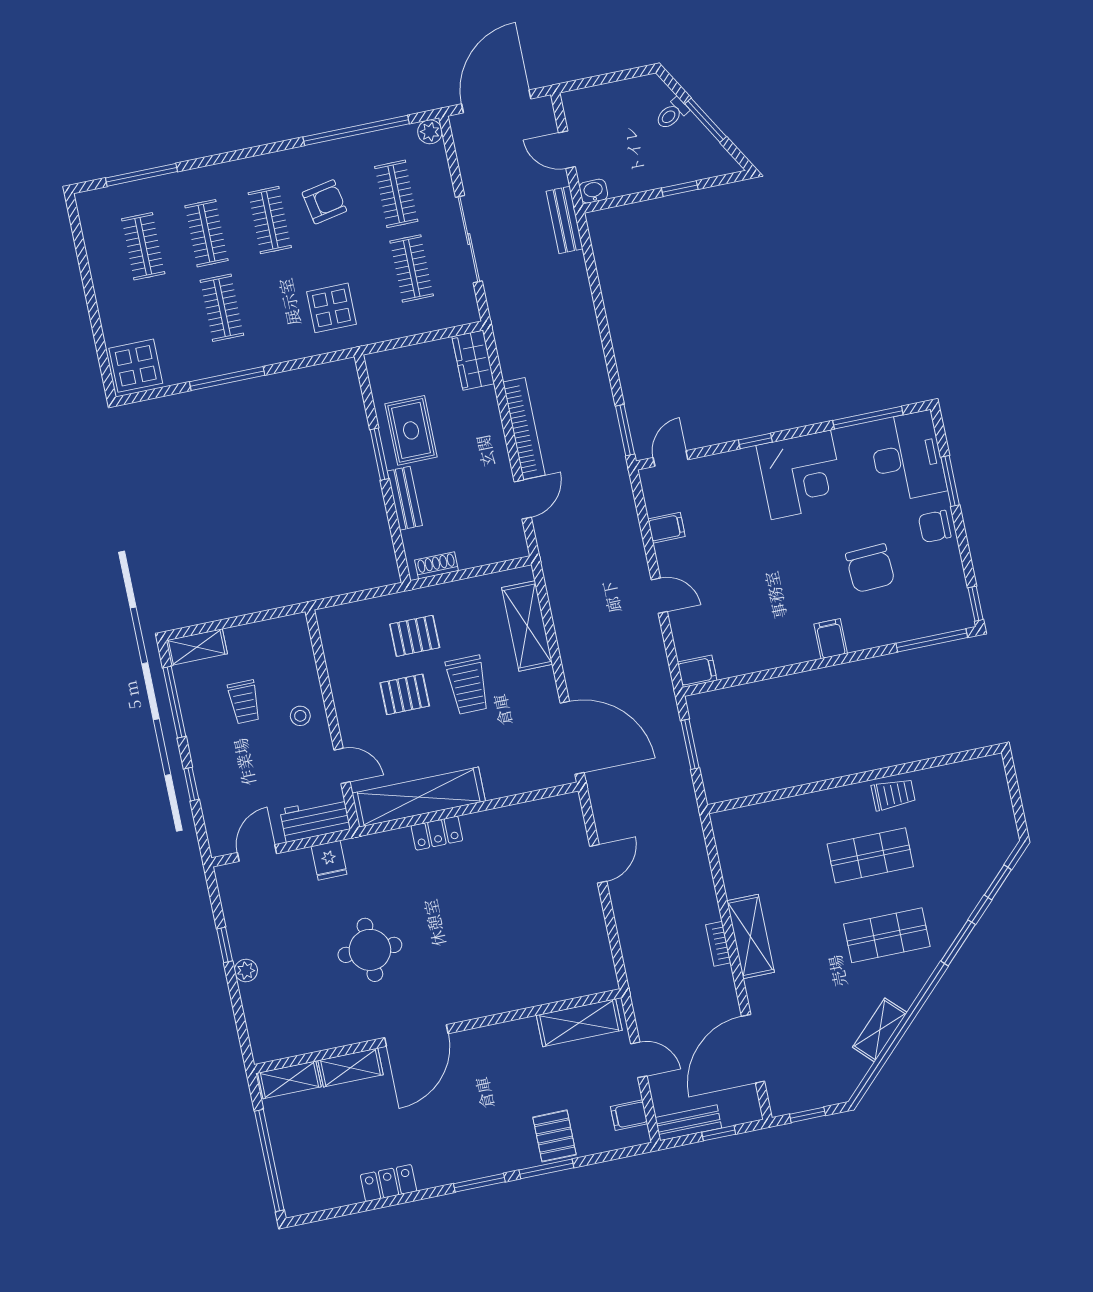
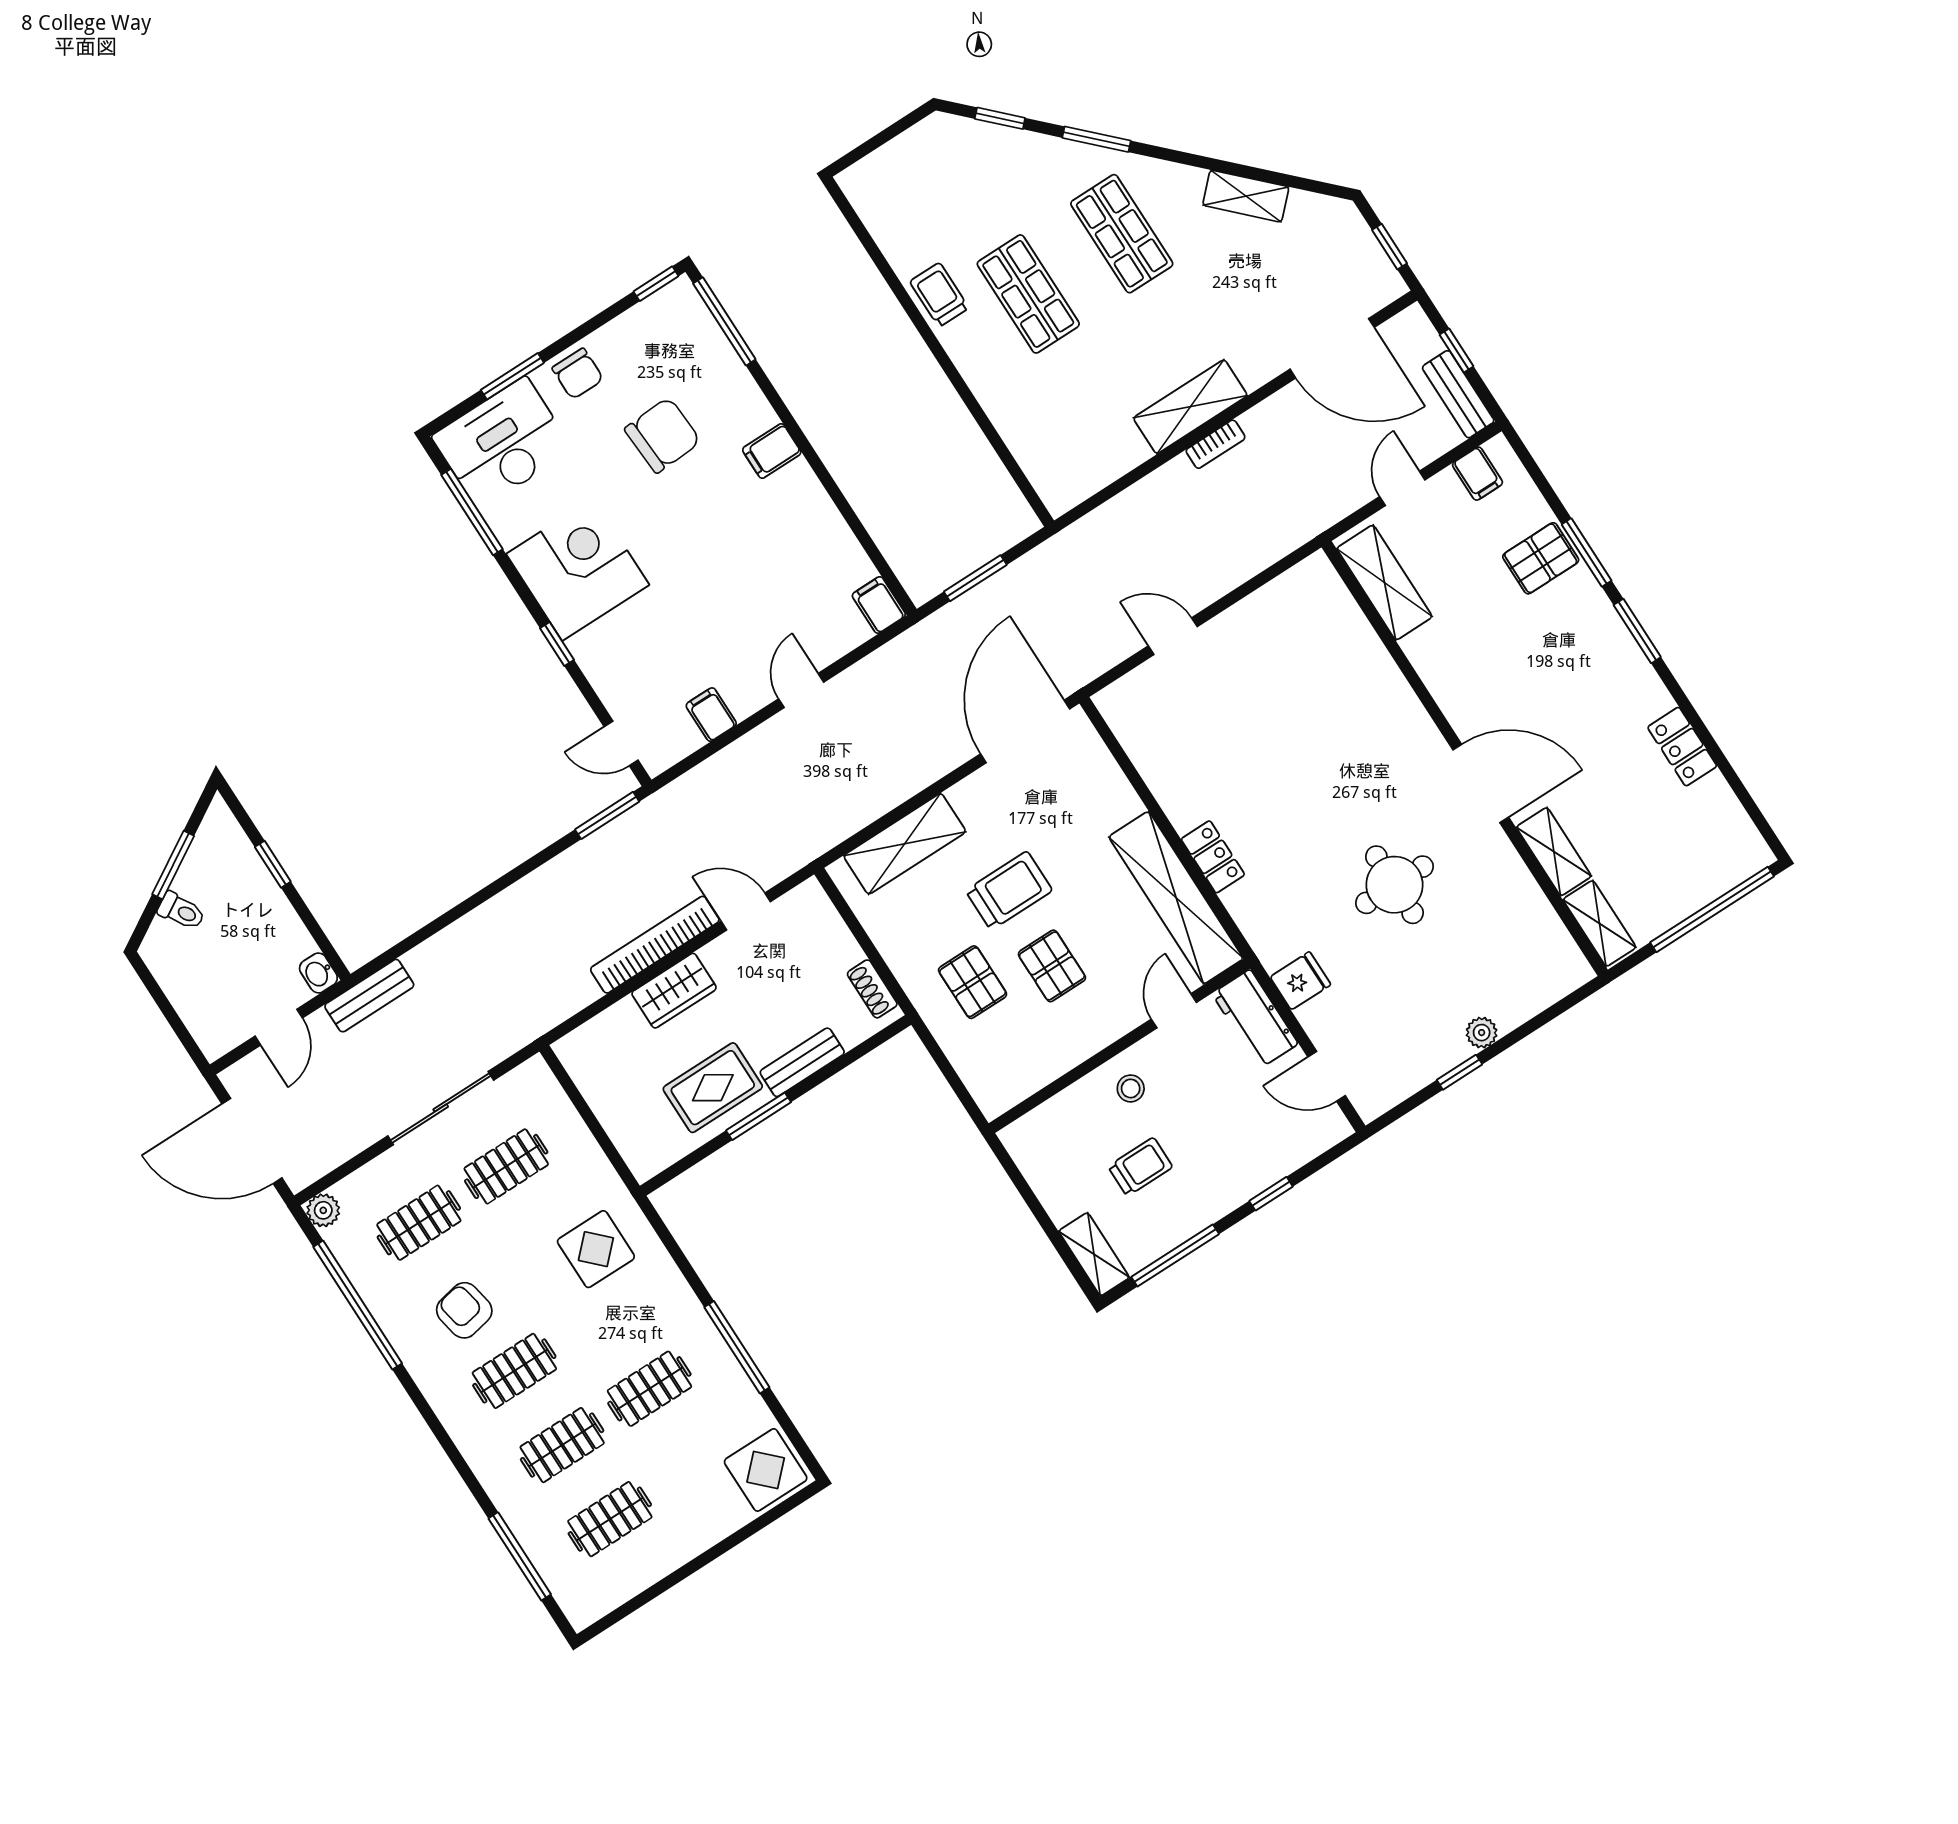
wardrobe: (473, 360) -> (674, 991), moved

